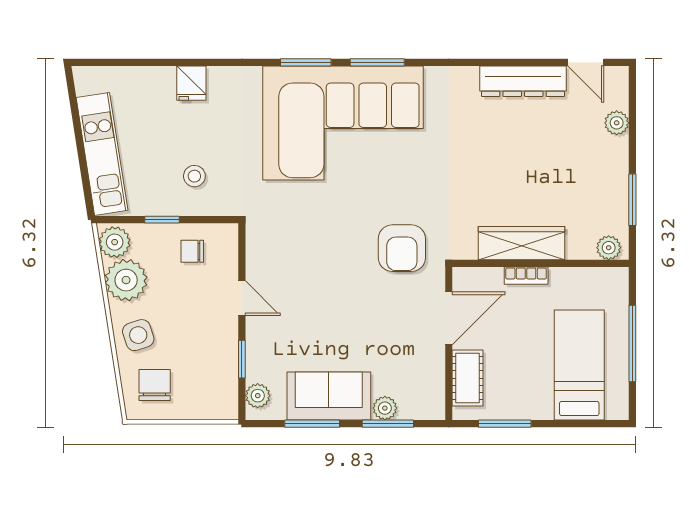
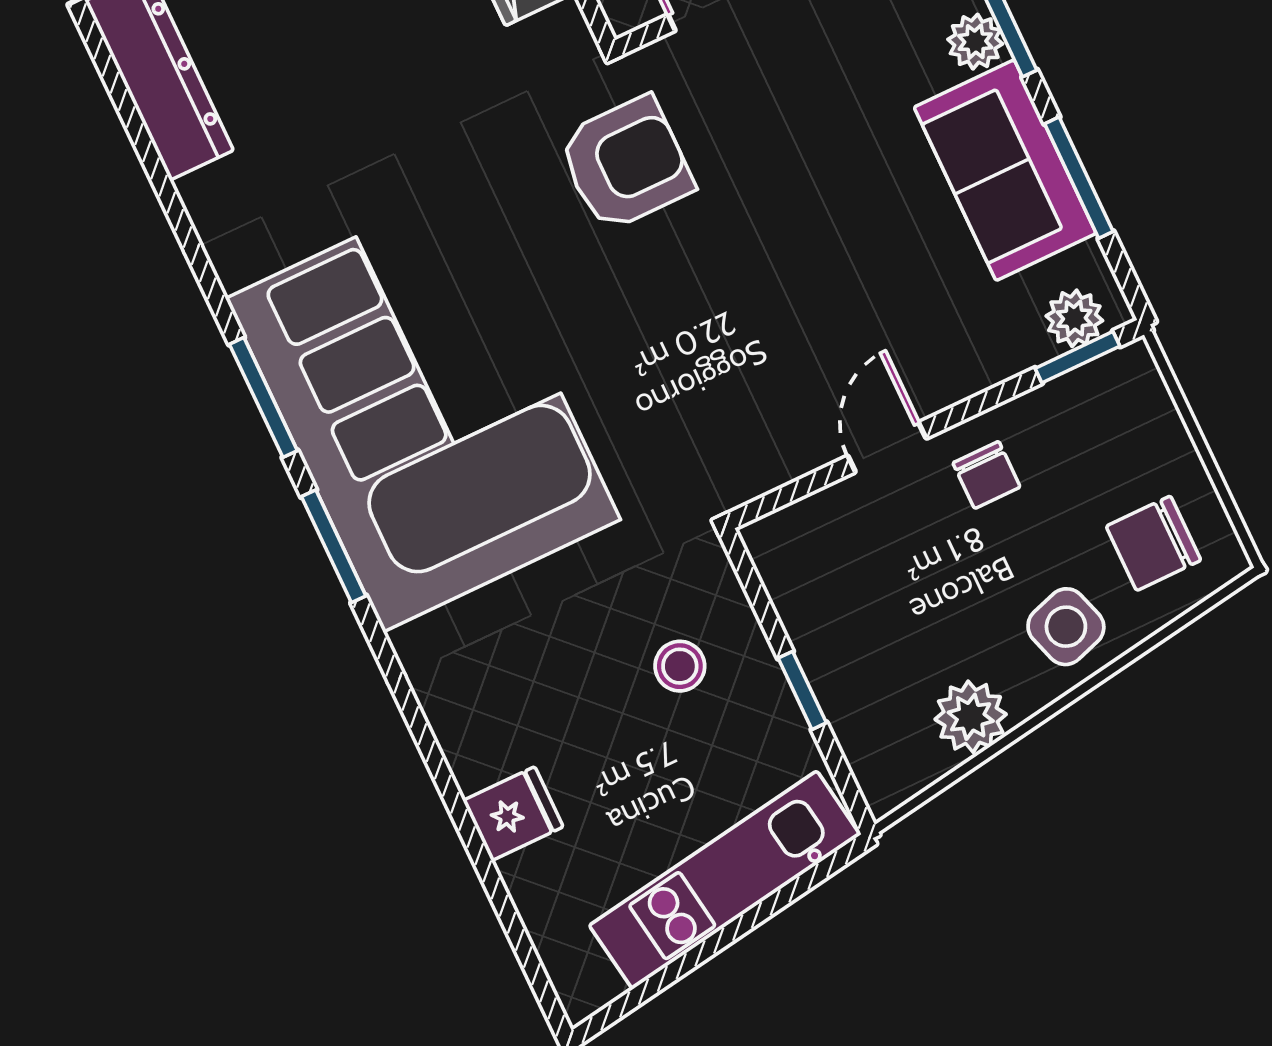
fridge: (191, 83) -> (513, 814), moved
plant: (115, 242) -> (896, 767), removed
chair: (192, 251) -> (987, 475), moved
plant: (126, 280) -> (971, 717), width x0.73, depth x0.73
window: (242, 359) -> (1077, 357), moved

